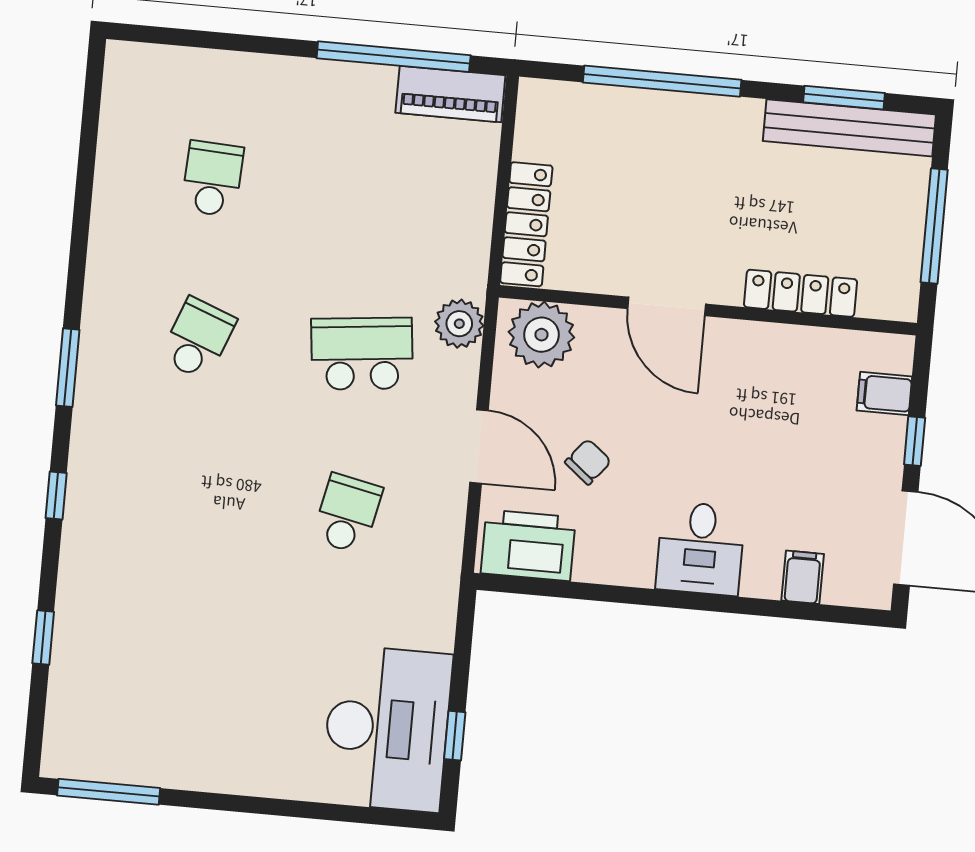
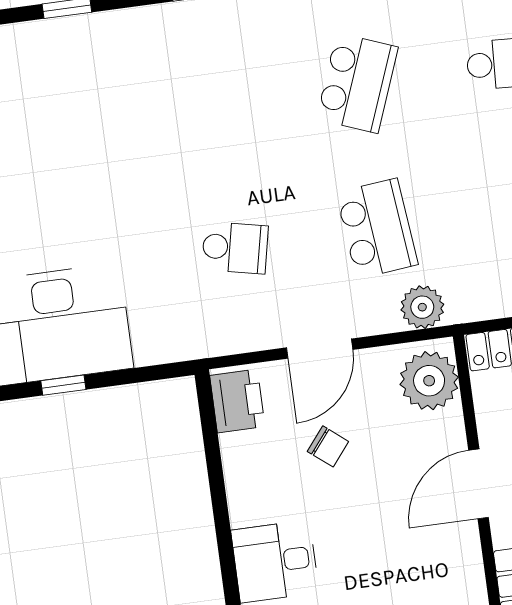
school desk: (198, 339) -> (357, 83), width x1.85
printer: (528, 545) -> (237, 401), width x0.73, depth x0.84

